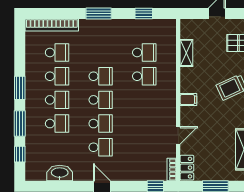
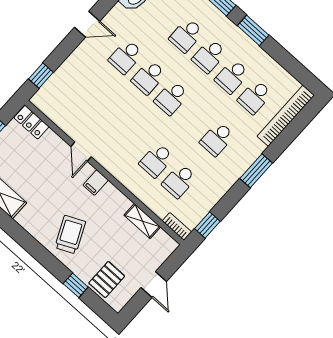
window: (144, 13) -> (207, 225), moved
school desk: (101, 76) -> (217, 139), moved
door: (178, 135) -> (81, 152), moved
bookcase: (172, 169) -> (177, 226), moved

